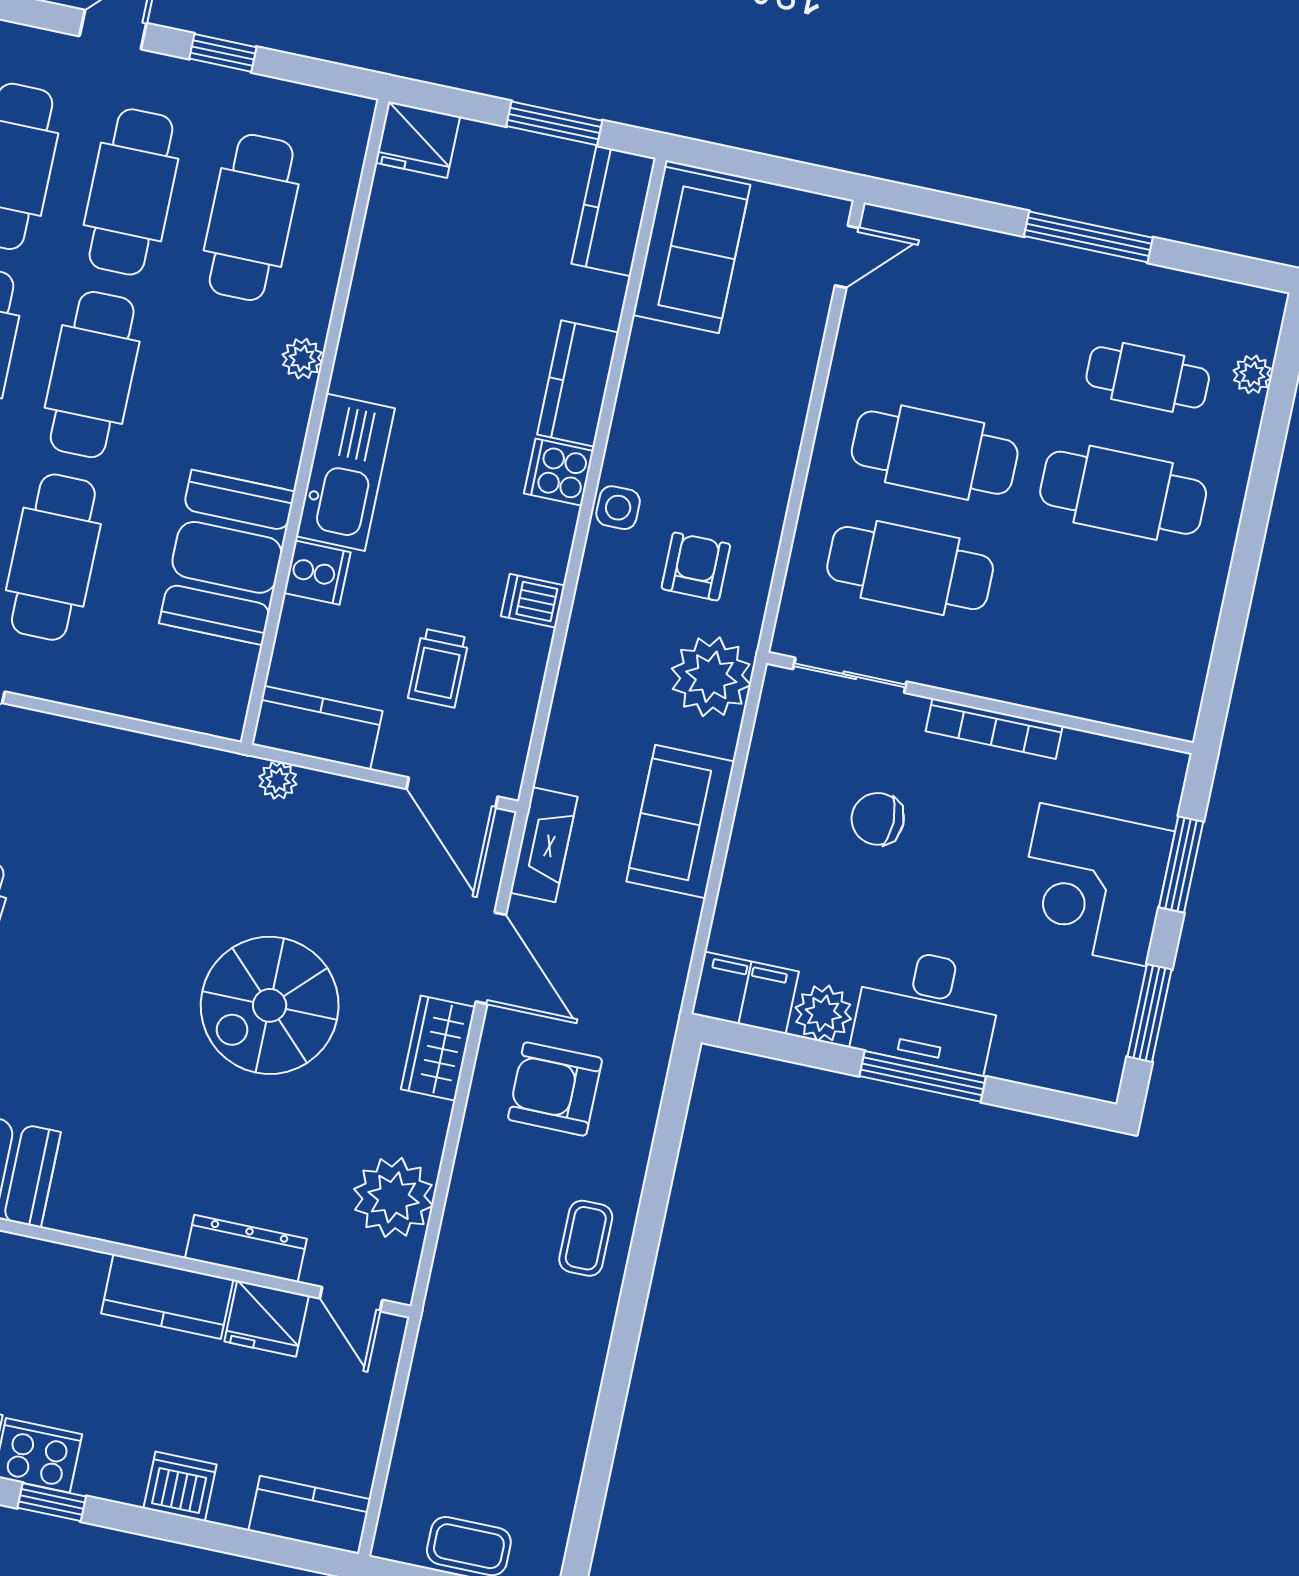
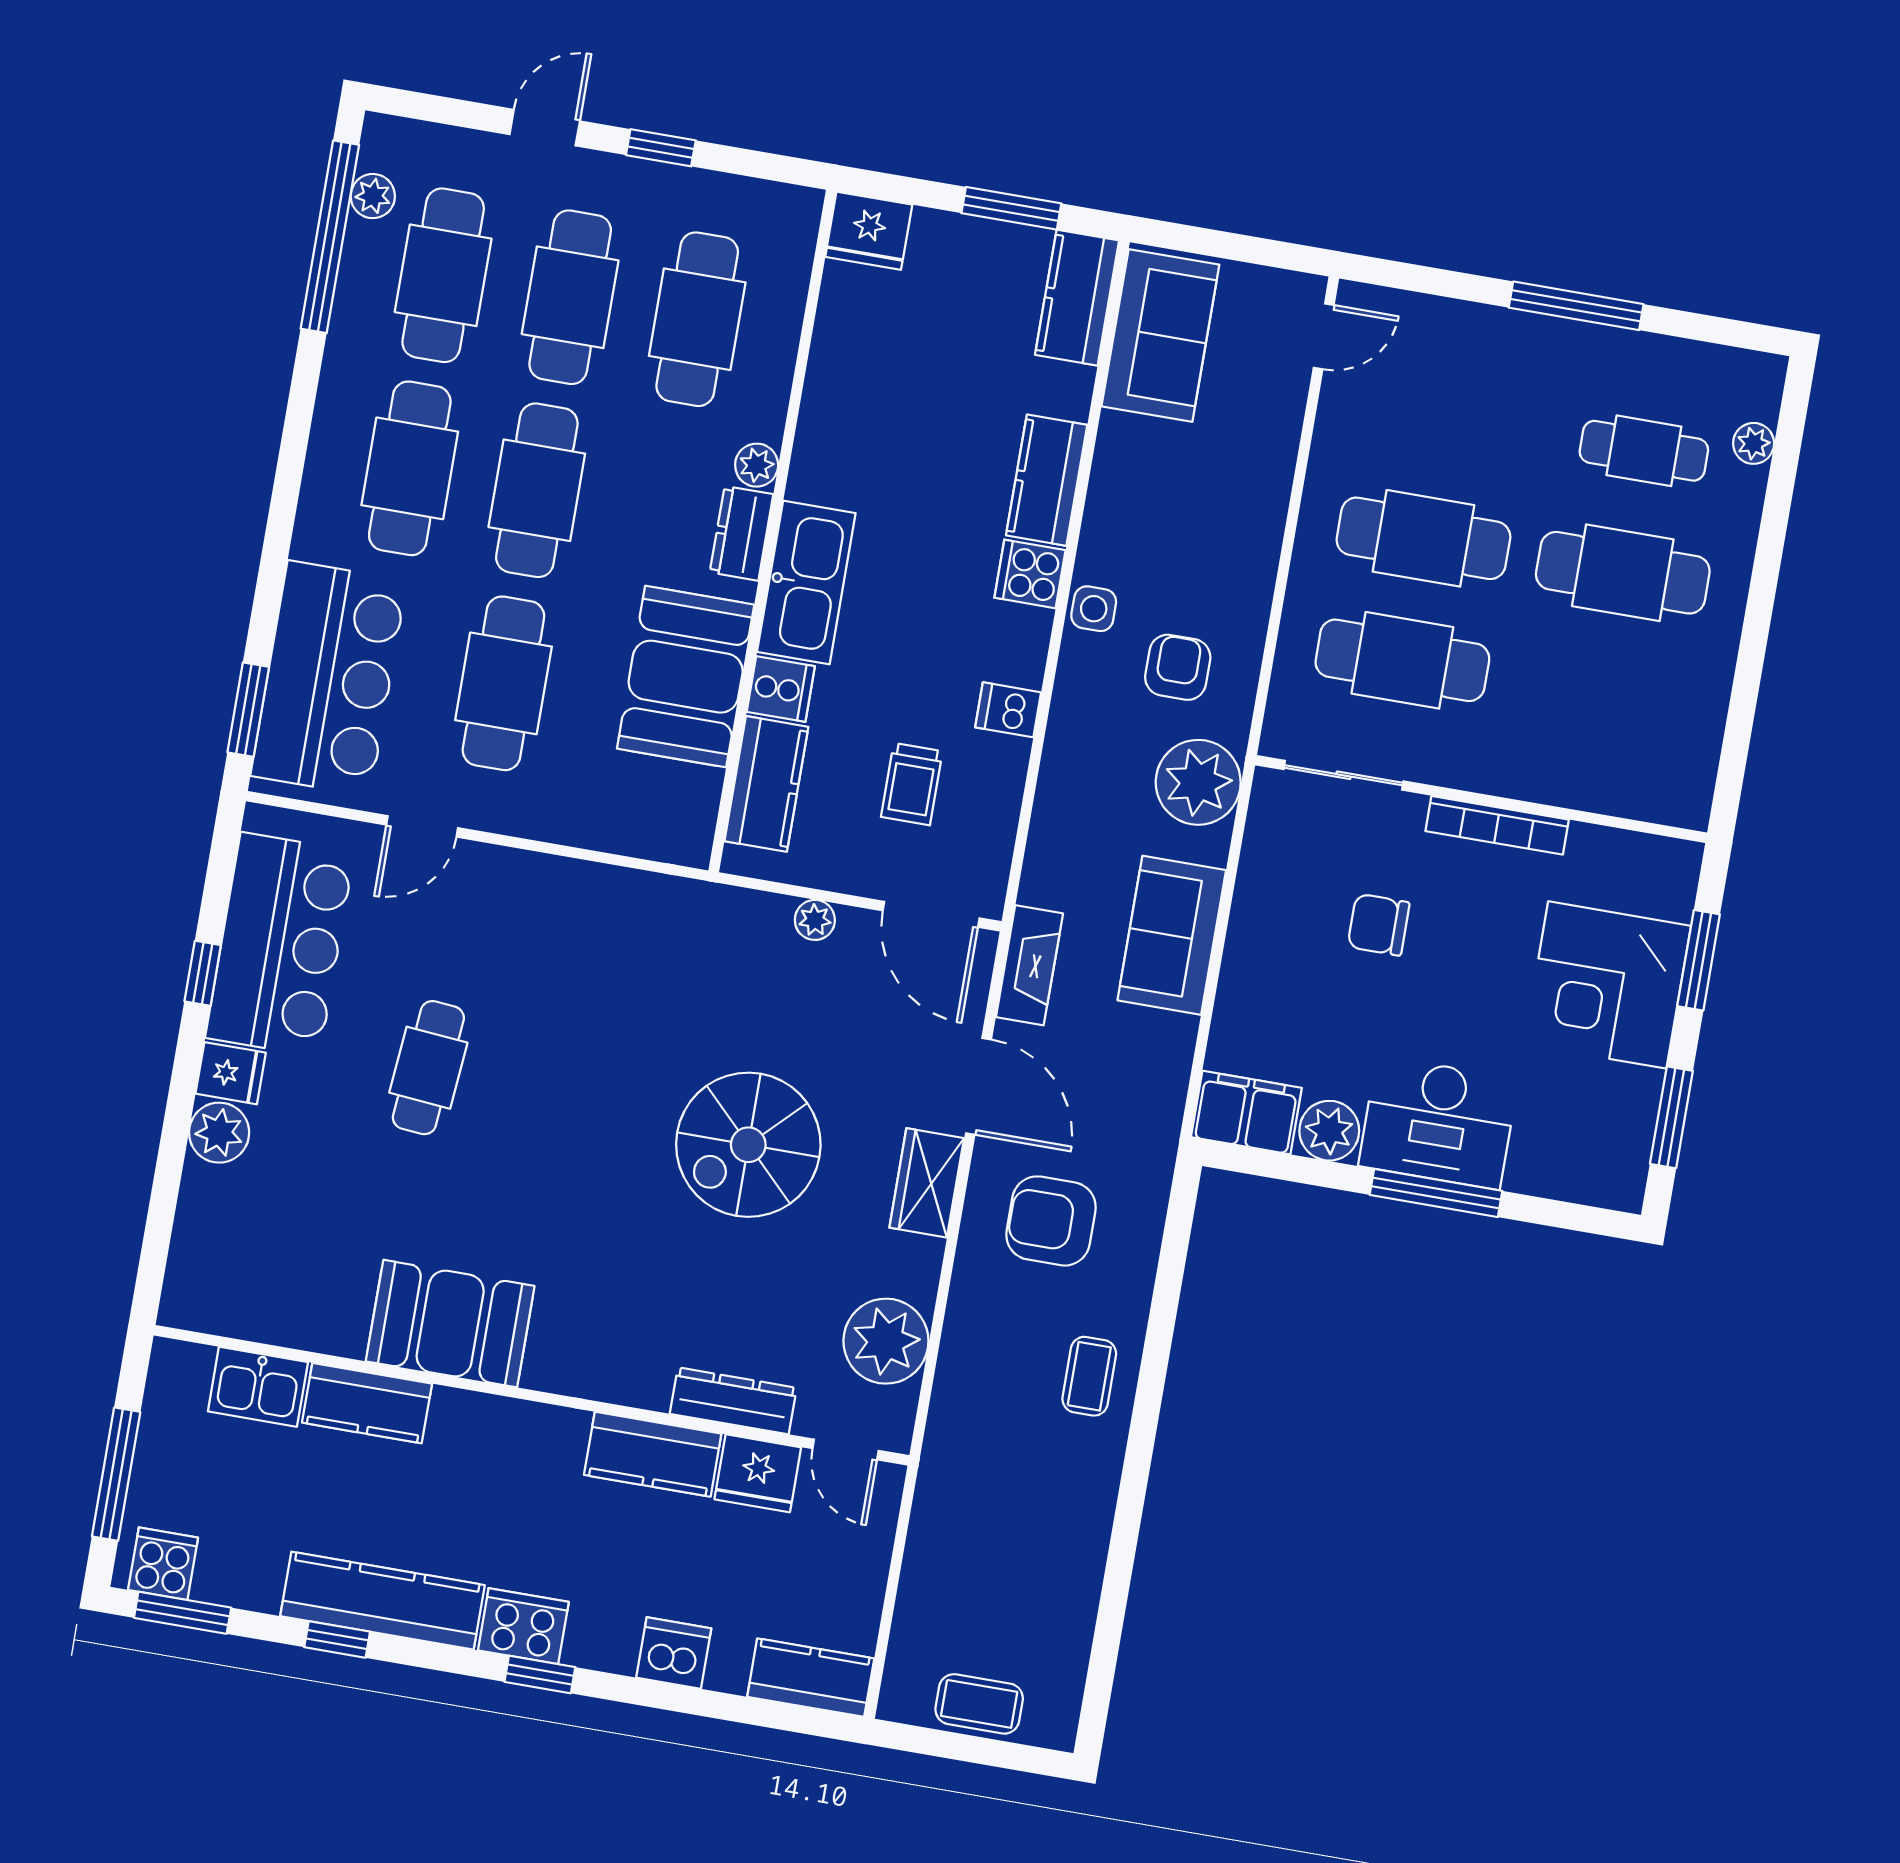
dresser: (286, 423) -> (742, 533), added
kitchen counter: (317, 728) -> (766, 784), moved, turned 90
plant: (278, 780) -> (815, 920), moved

